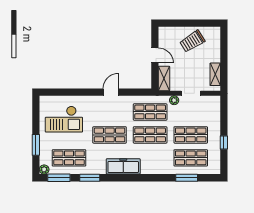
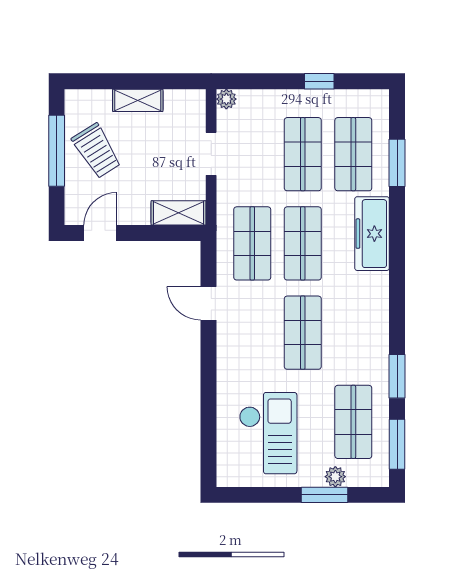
window: (192, 23) -> (57, 151), added
door: (155, 55) -> (100, 233), moved
shelving: (215, 74) -> (138, 100), moved
door: (111, 92) -> (209, 303), moved
plant: (174, 100) -> (226, 99), moved
freezer: (123, 166) -> (372, 234), moved
plant: (44, 169) -> (335, 477), moved

